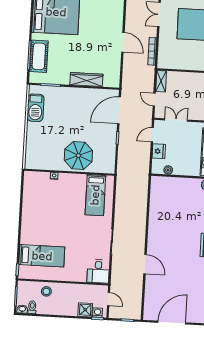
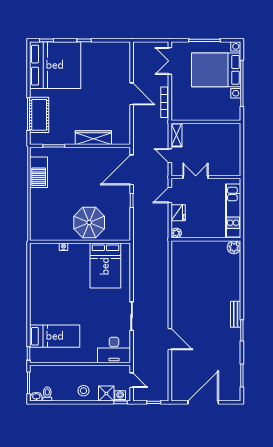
plant: (168, 170) -> (176, 233), moved
bed: (95, 195) -> (105, 266), width x1.50
desk: (98, 271) -> (114, 350), width x1.37
stool: (46, 291) -> (83, 391), moved

